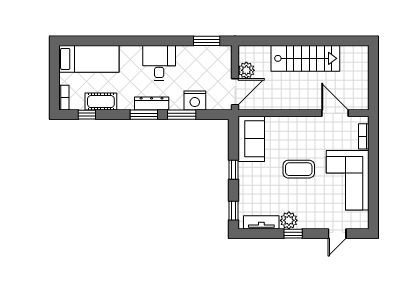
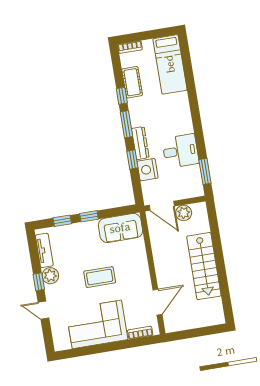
desk: (159, 63) -> (180, 151), moved
dresser: (152, 103) -> (140, 143), moved
window: (87, 115) -> (122, 96), moved
window: (182, 115) -> (132, 159), width x0.67
coffee table: (299, 169) -> (100, 277), turned 90
window: (233, 211) -> (62, 221), moved
door: (337, 234) -> (43, 310), moved

